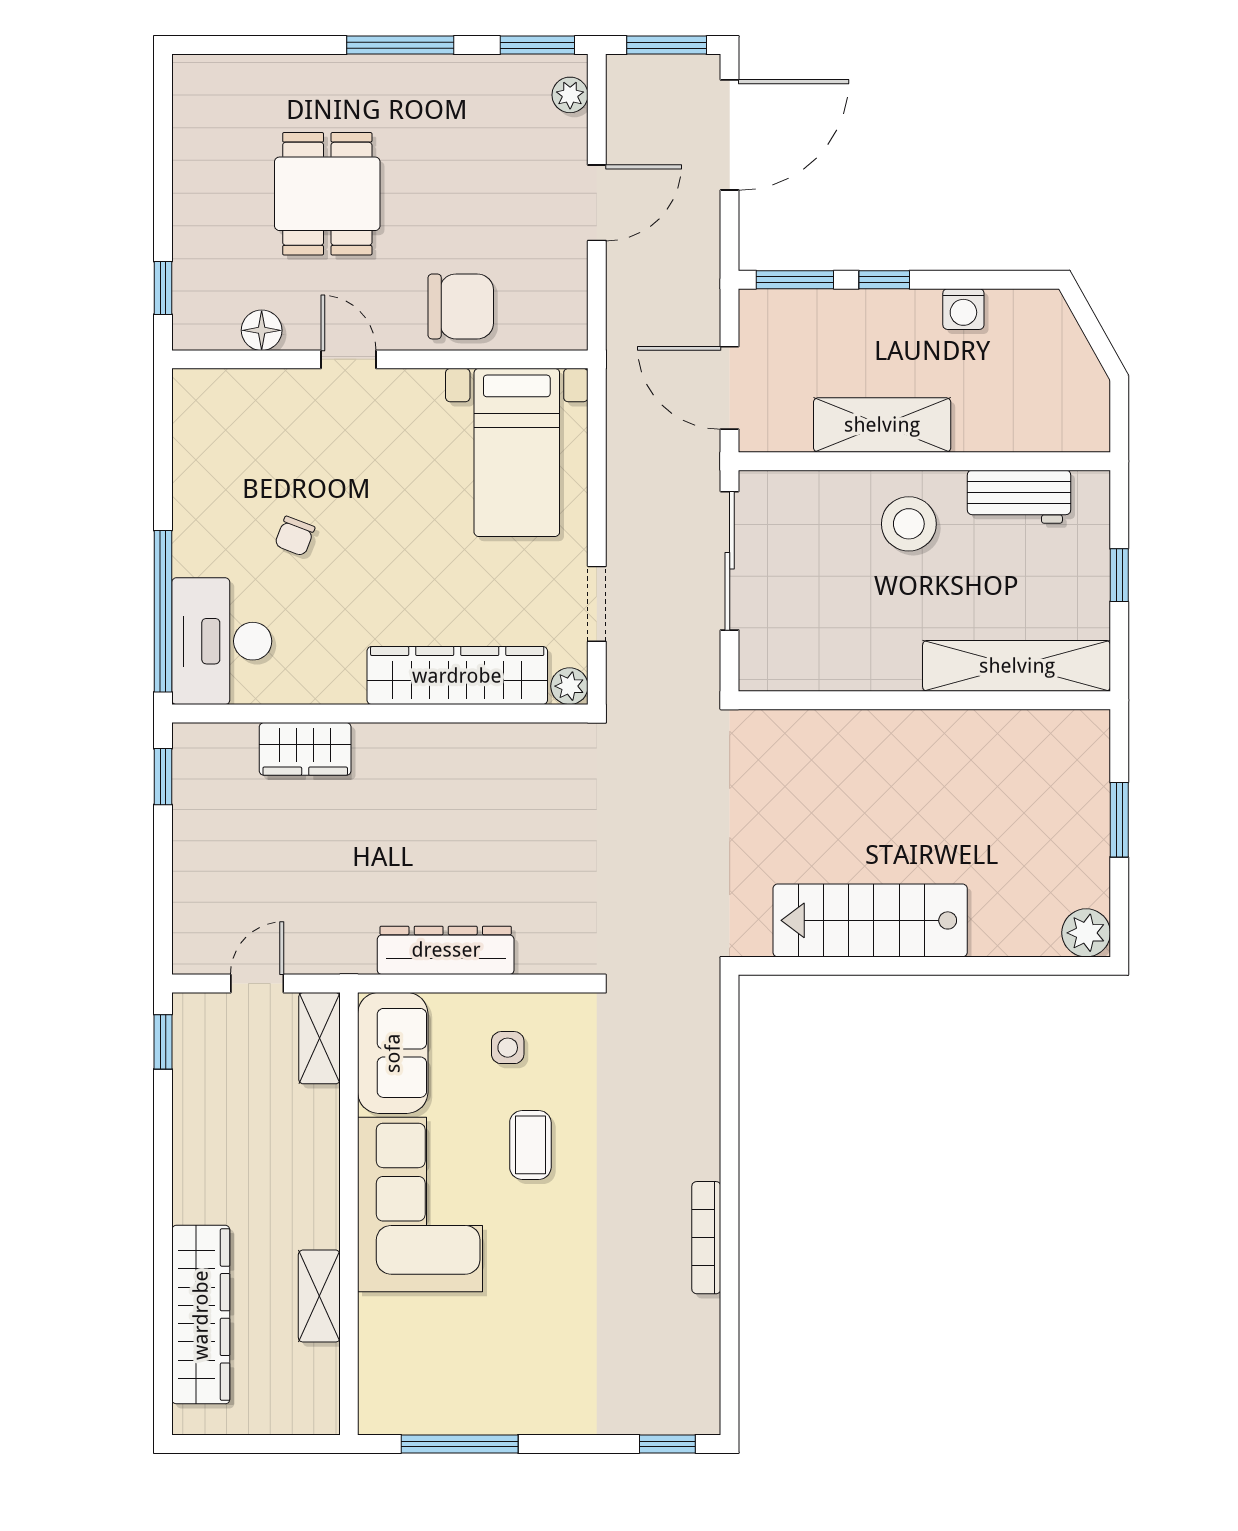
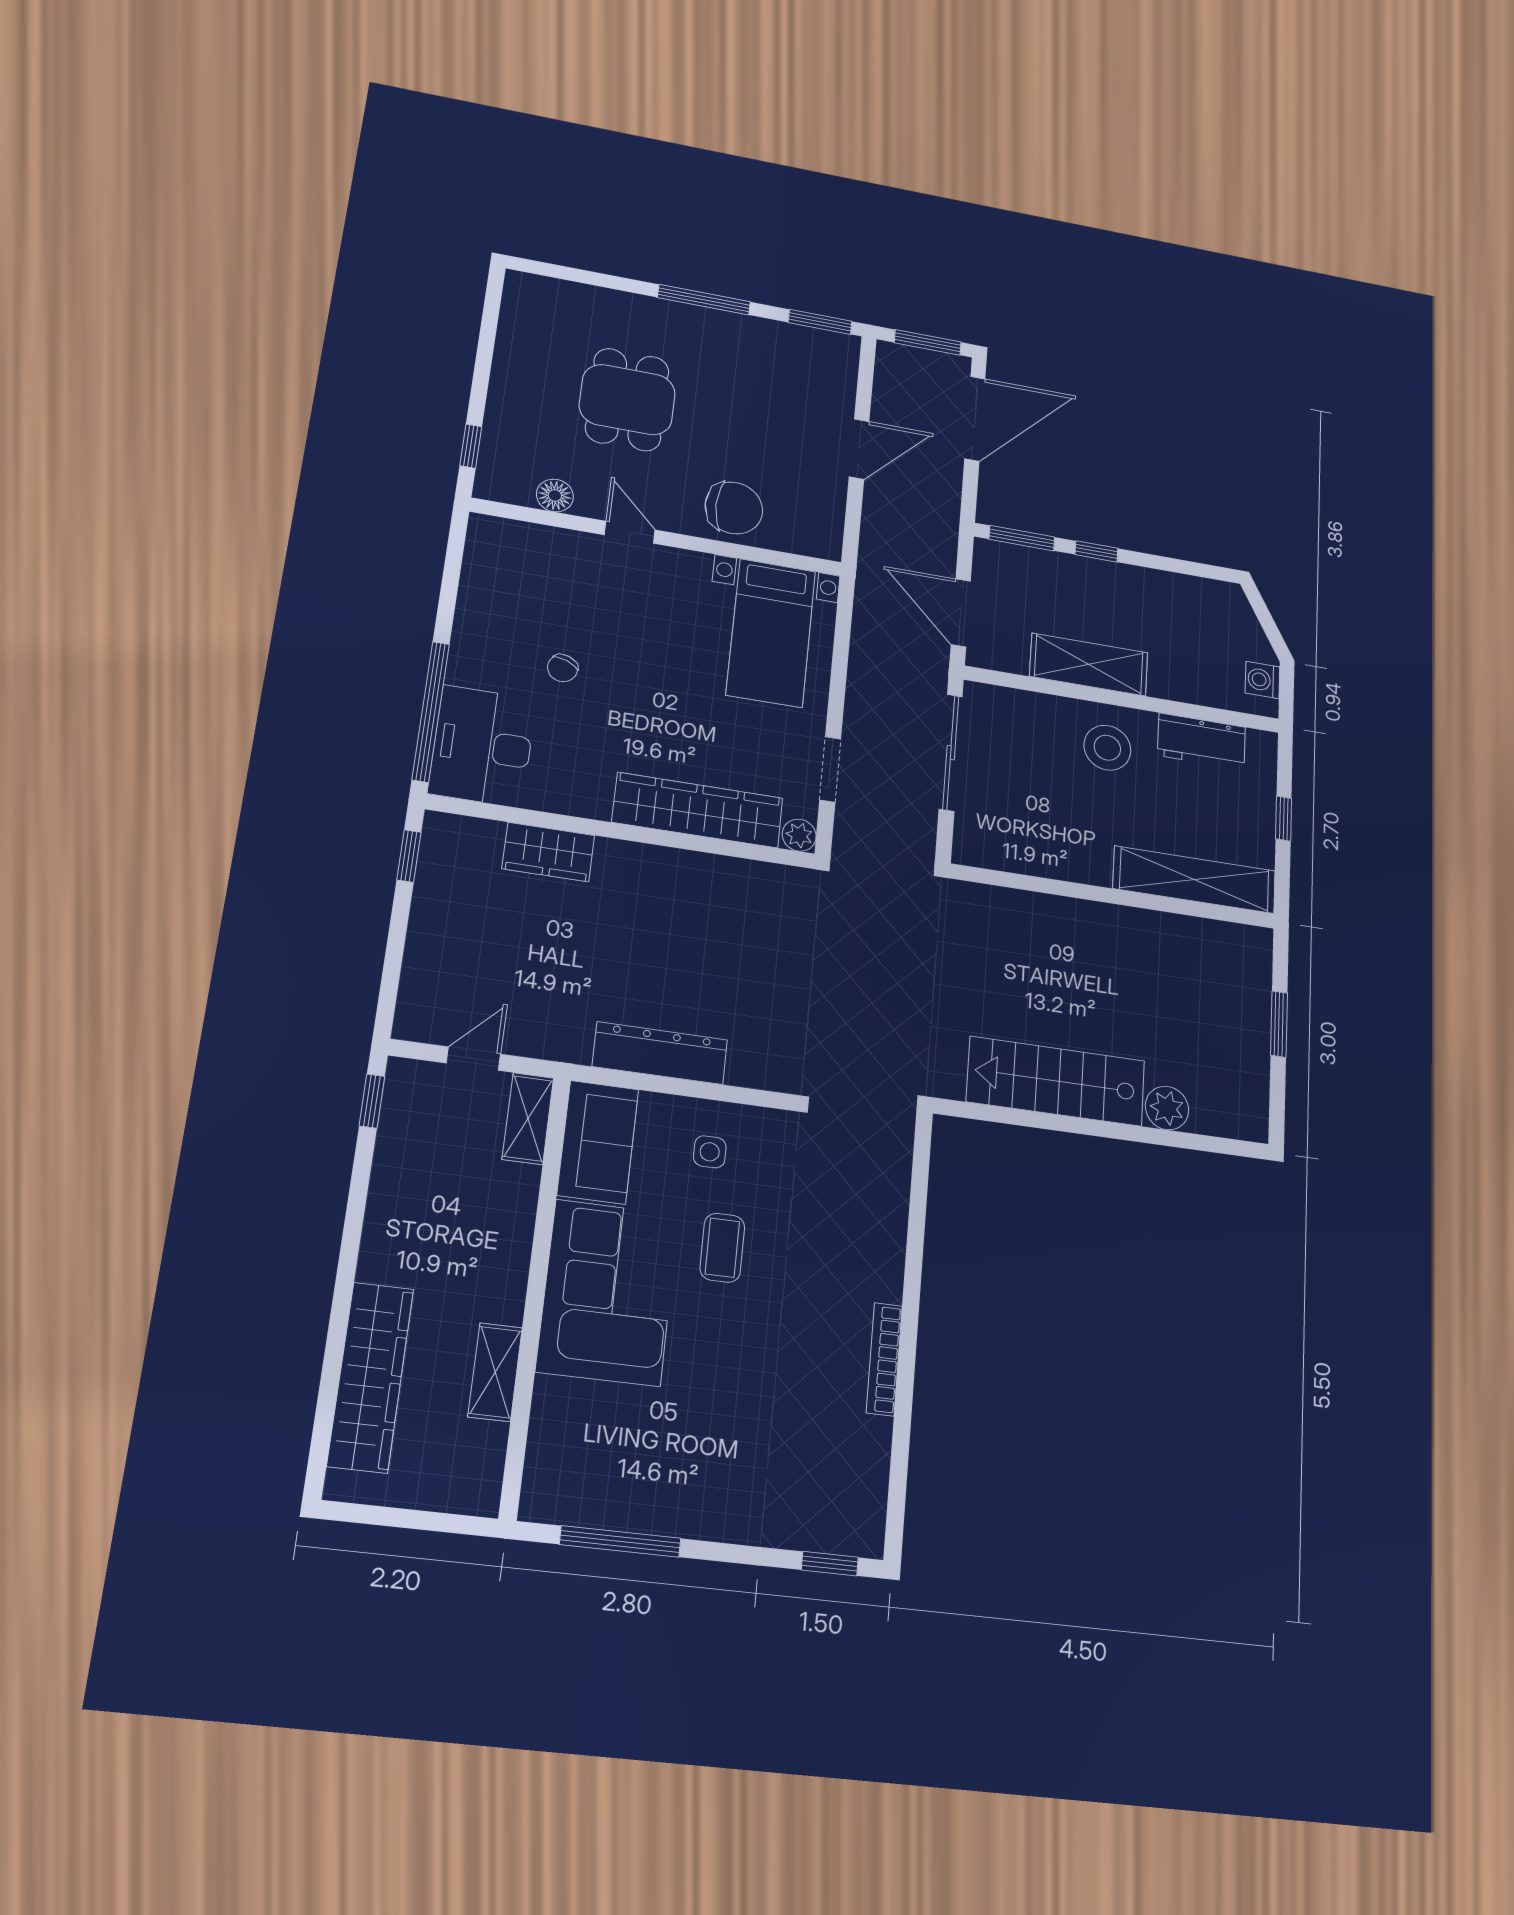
plant: (570, 95) -> (844, 364), removed
washing machine: (963, 309) -> (1263, 680), moved, turned 90
plant: (1086, 933) -> (1167, 1108), moved

